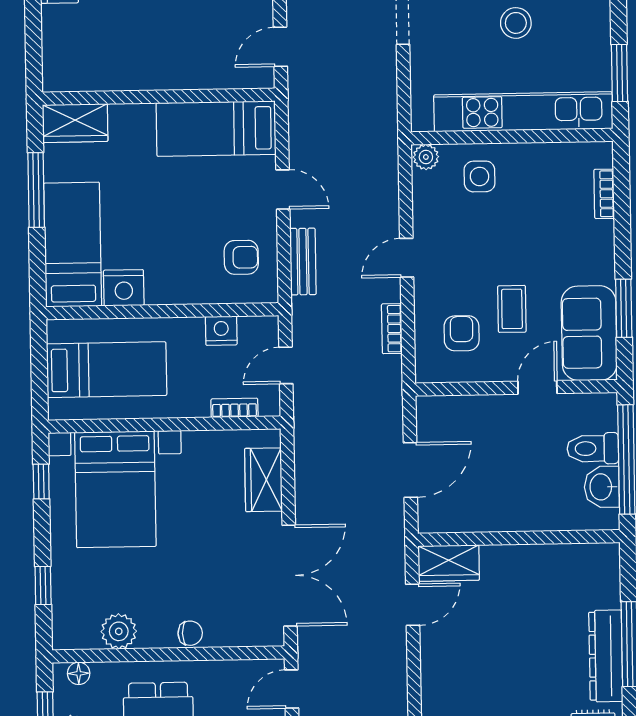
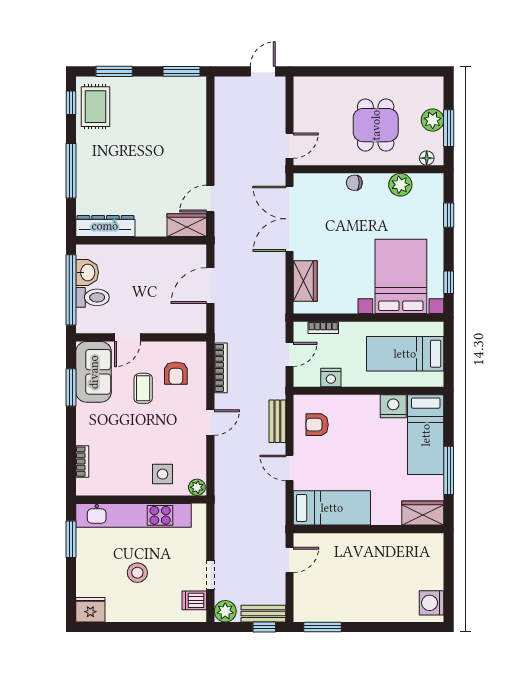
bookcase: (392, 329) -> (221, 368), width x1.56
dresser: (606, 656) -> (105, 226), moved, turned -90

